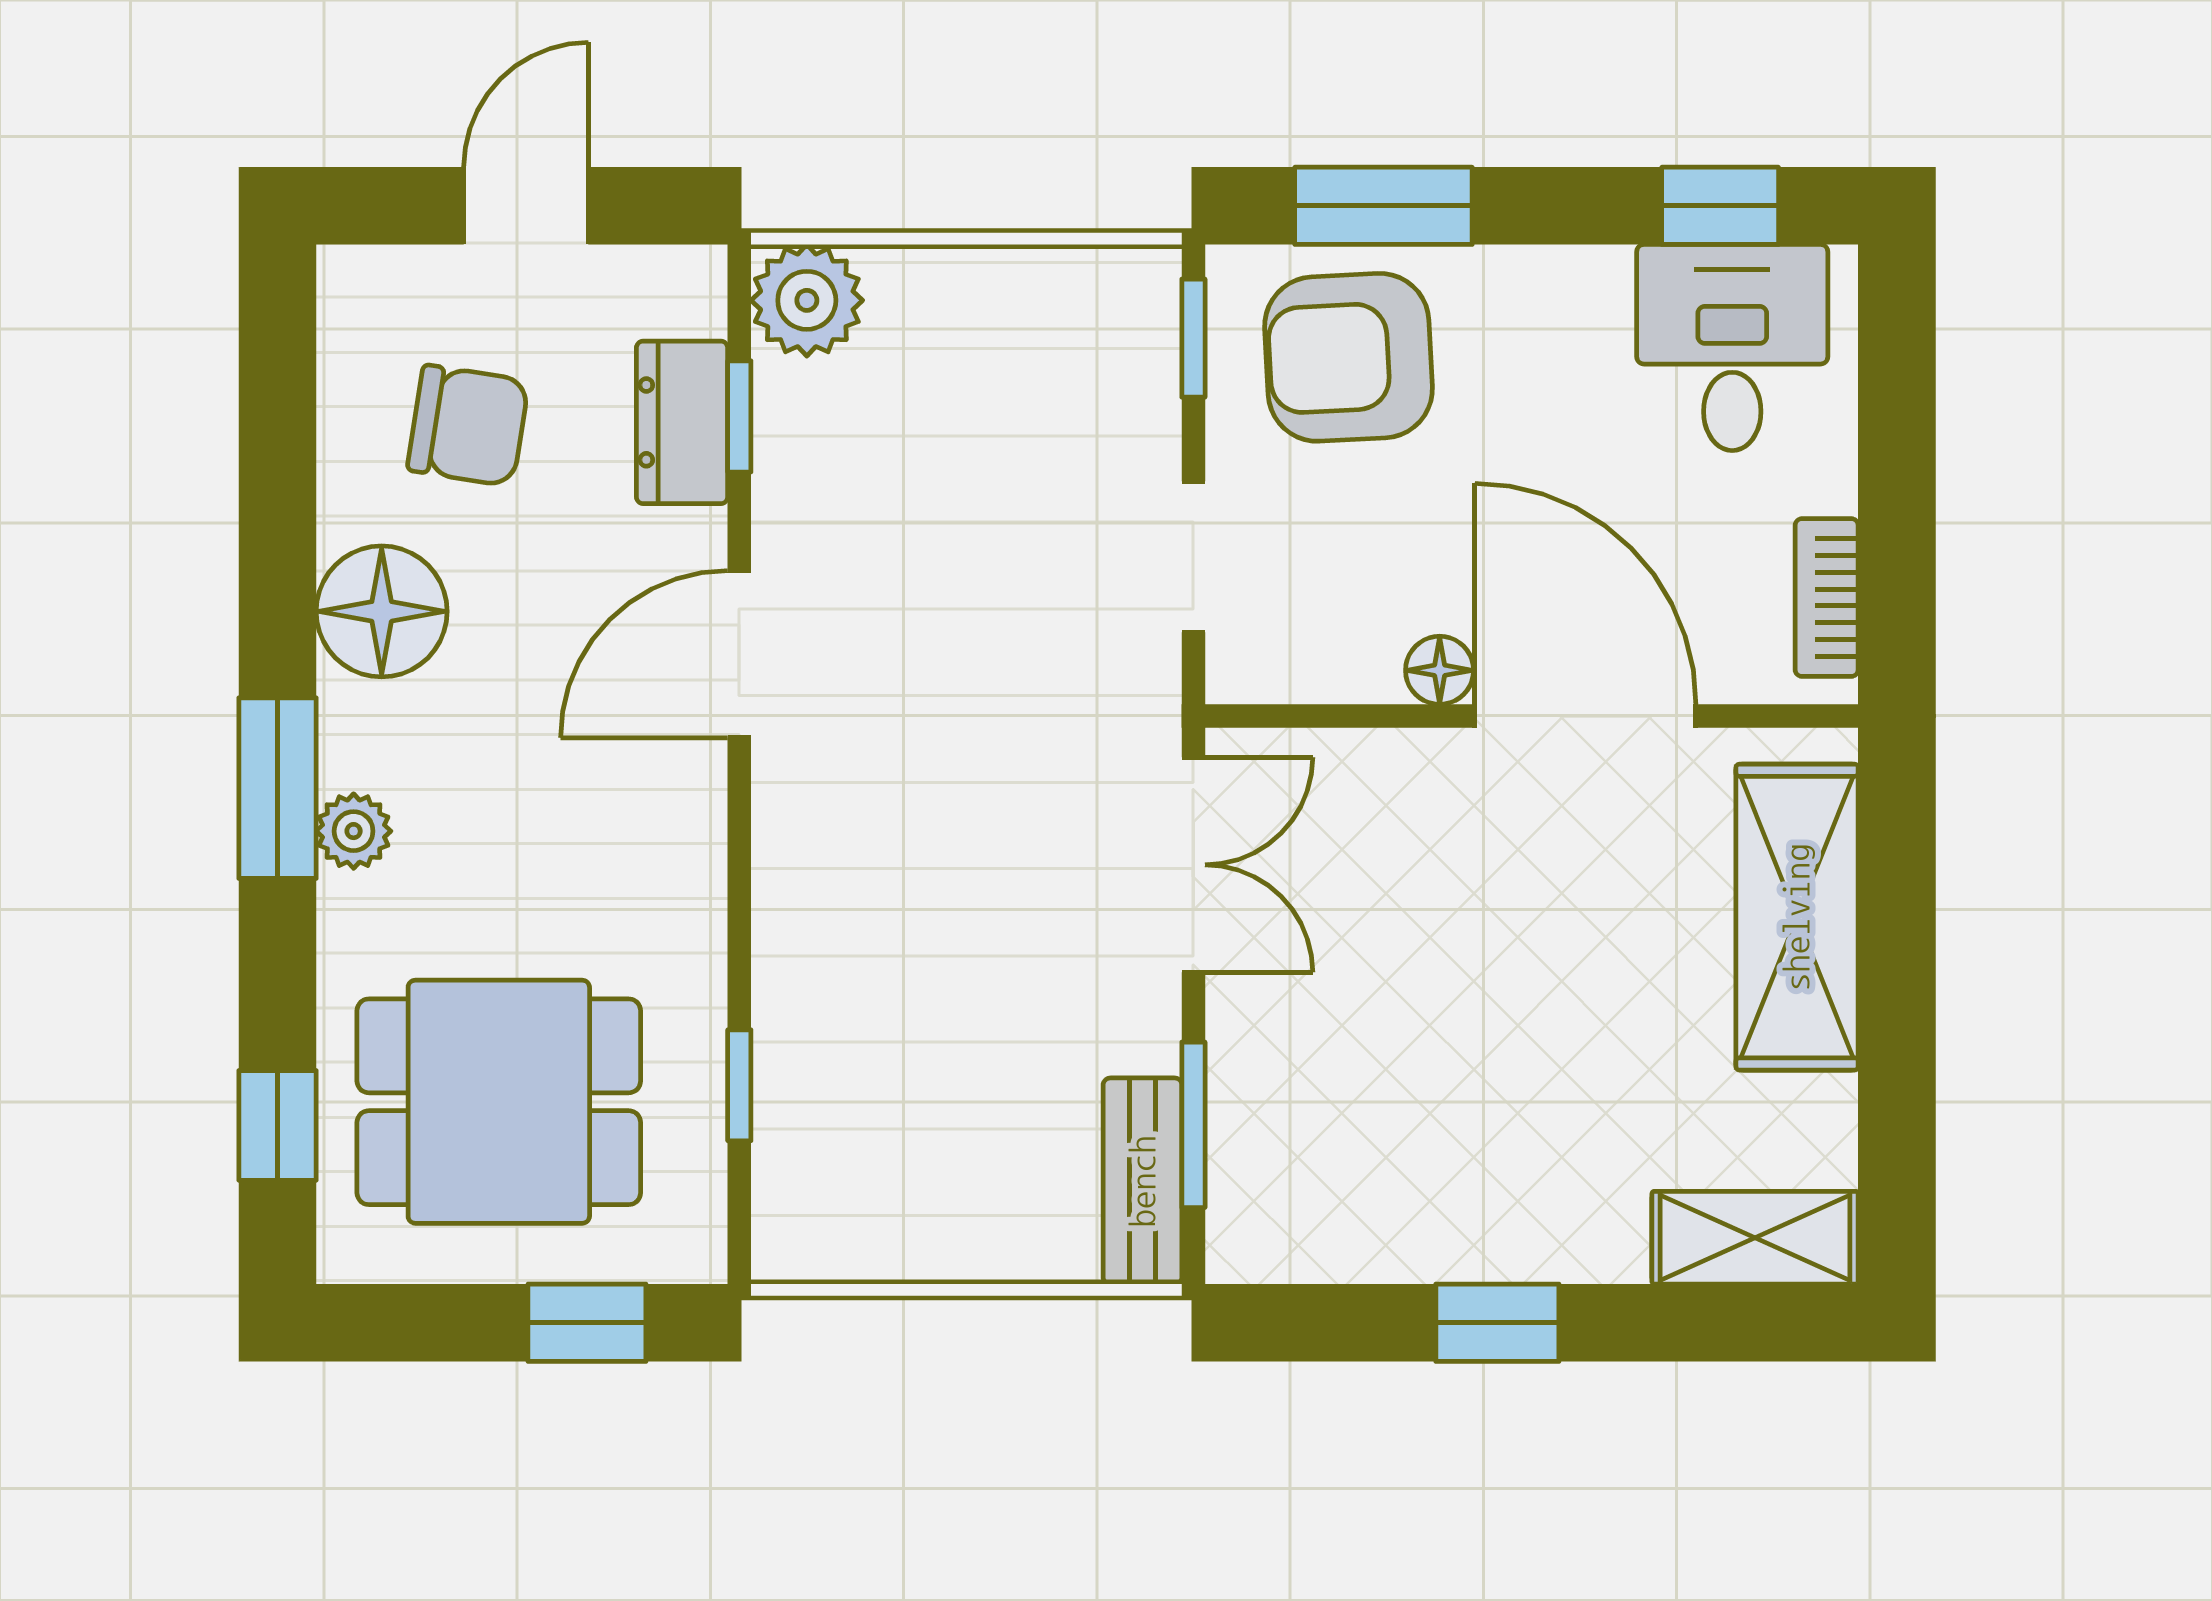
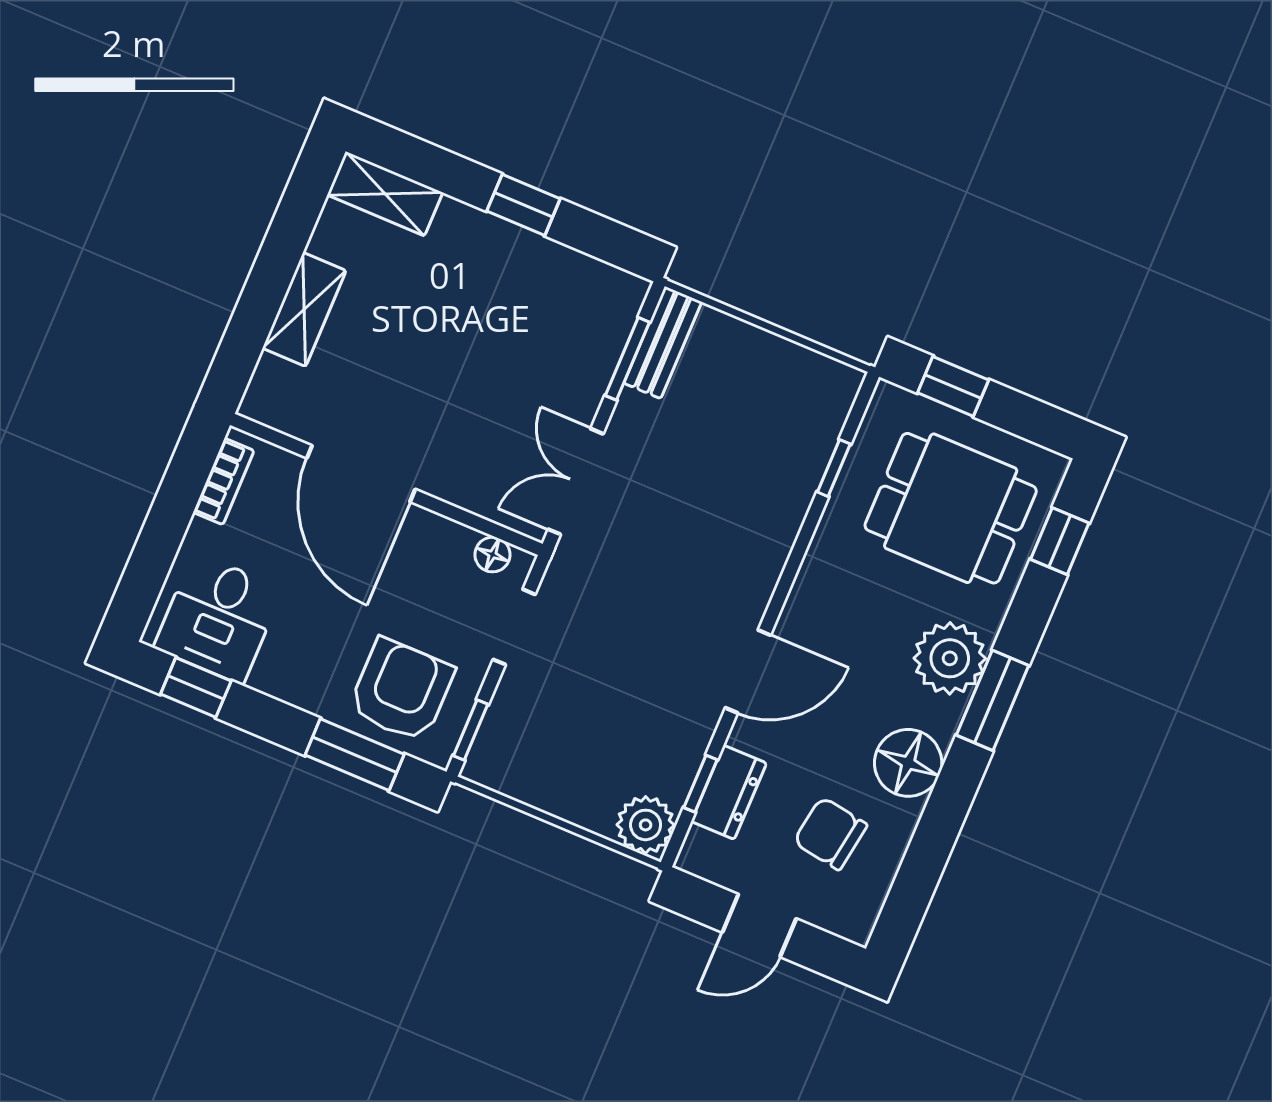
armchair: (1349, 357) -> (401, 690), turned -87
floor lamp: (1440, 670) -> (492, 555), moved
plant: (354, 831) -> (950, 658), width x1.87, depth x1.87
shelving: (1797, 917) -> (304, 309), width x0.67, depth x0.75

